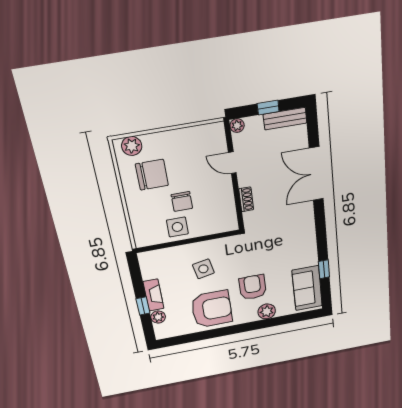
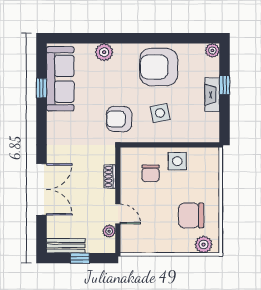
plant: (237, 126) -> (109, 231), moved
chair: (182, 202) -> (151, 173), moved, turned 180
armchair: (253, 287) -> (119, 119), moved, turned 90
sofa: (307, 288) -> (60, 79), width x1.36
plant: (158, 317) -> (212, 50), moved

